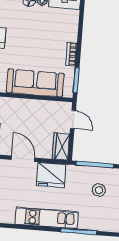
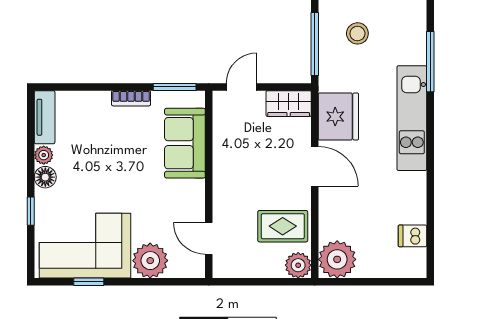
sofa: (35, 83) -> (185, 143), width x0.73
door: (23, 159) -> (315, 166), swing flipped

